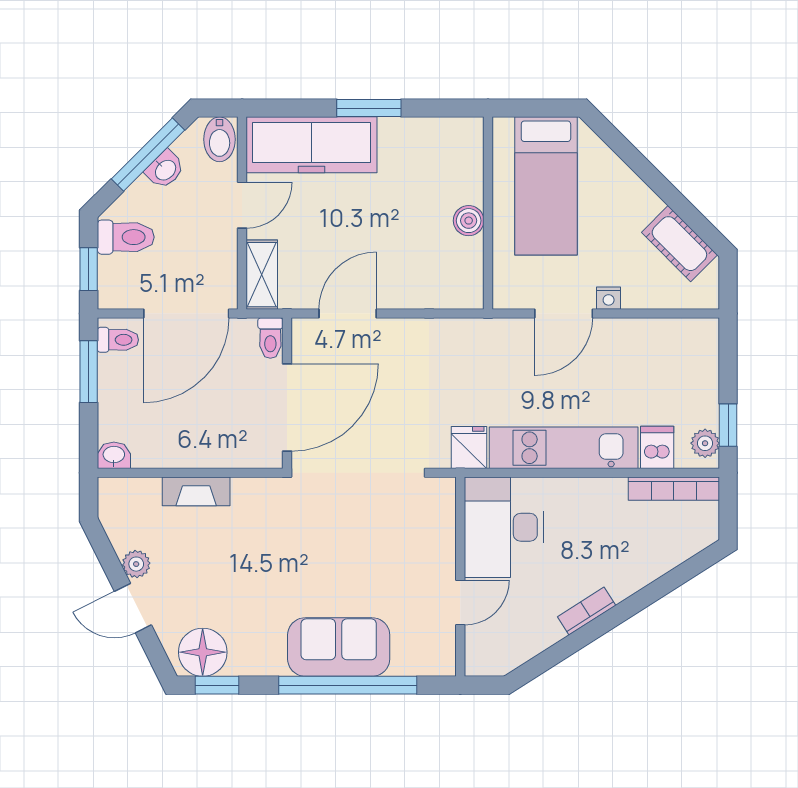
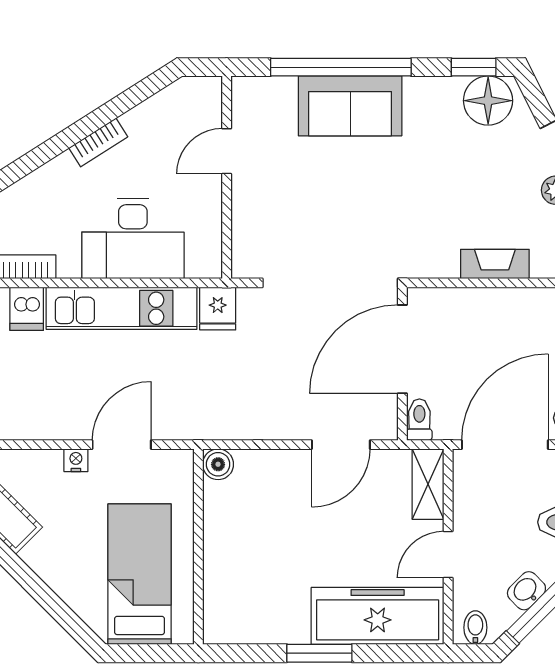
bidet: (220, 139) -> (475, 628), width x0.72, depth x0.74
boiler: (469, 221) -> (218, 464), moved
desk: (504, 527) -> (133, 238), moved, turned 90

